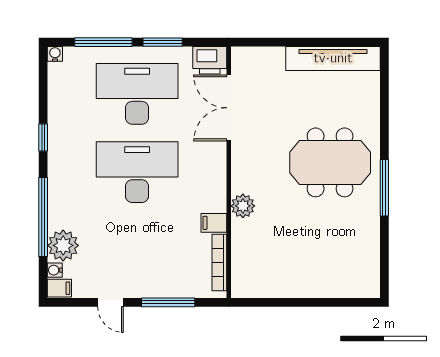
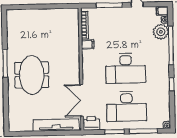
tv unit: (333, 58) -> (56, 125), moved
double door: (229, 108) -> (82, 100), swing flipped
meeting table: (330, 162) -> (32, 75), turned 90
plant: (243, 206) -> (74, 53), removed

